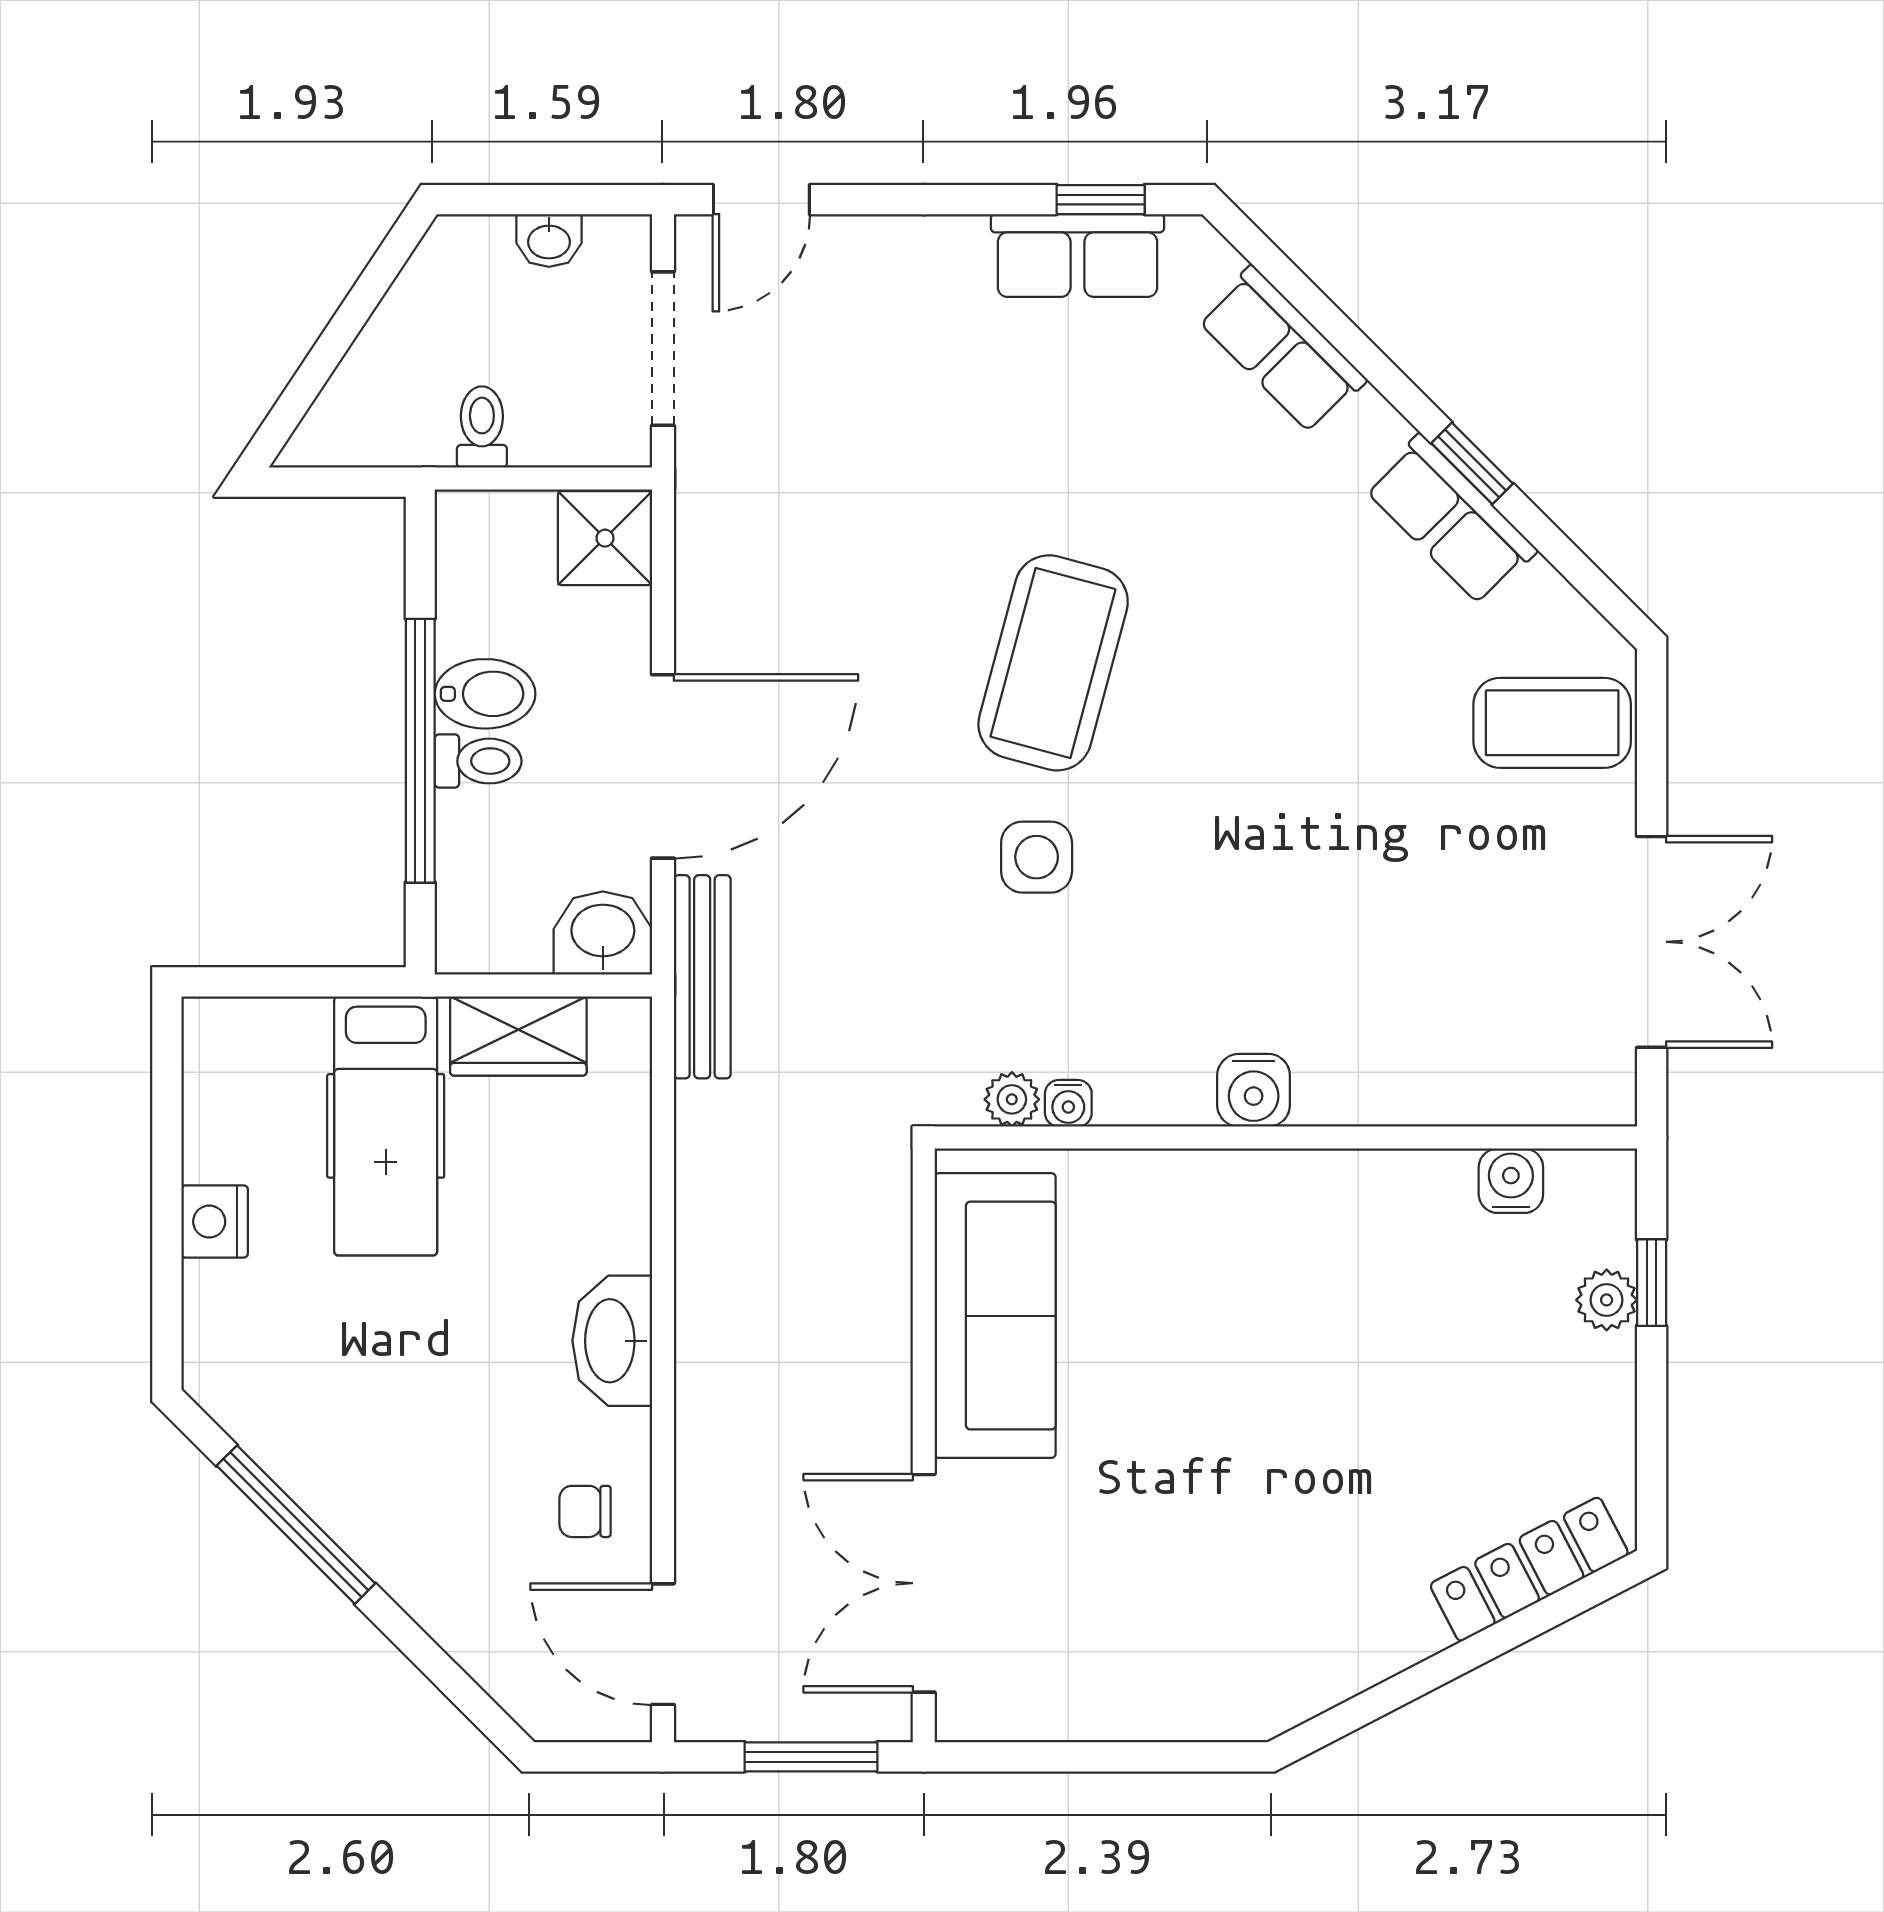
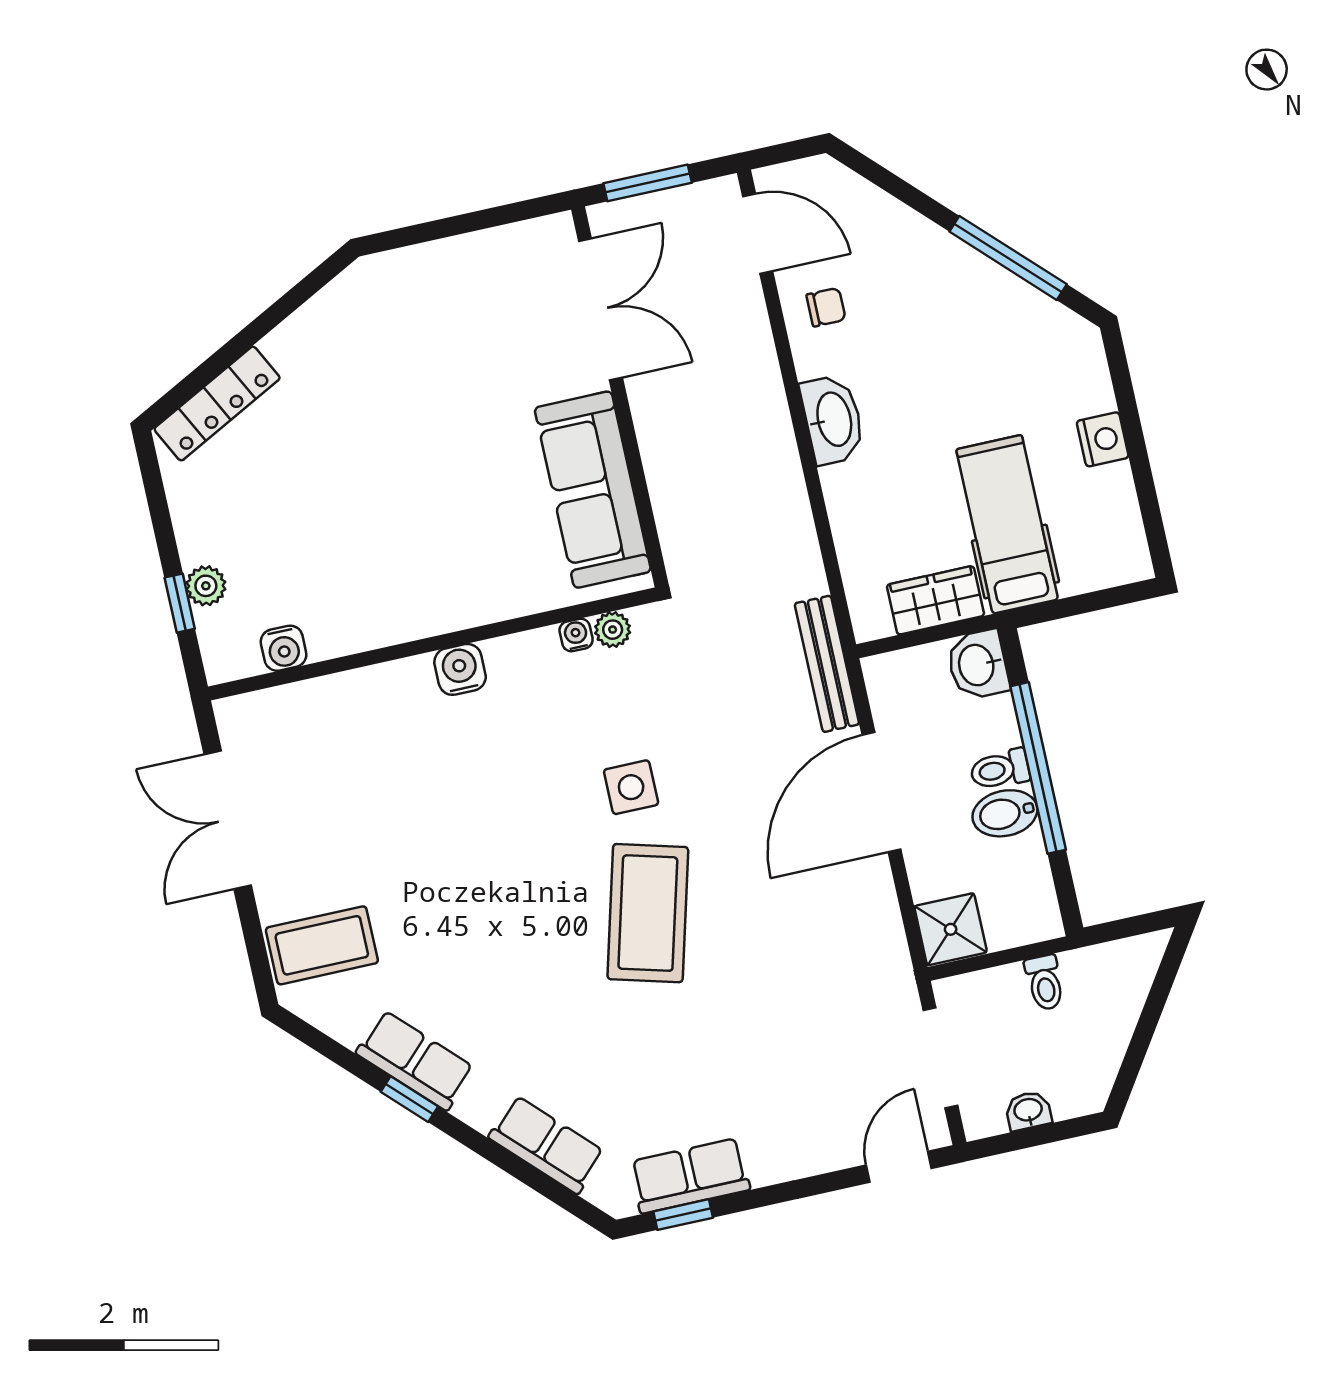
washbasin: (603, 933) -> (978, 665), moved, turned 90

